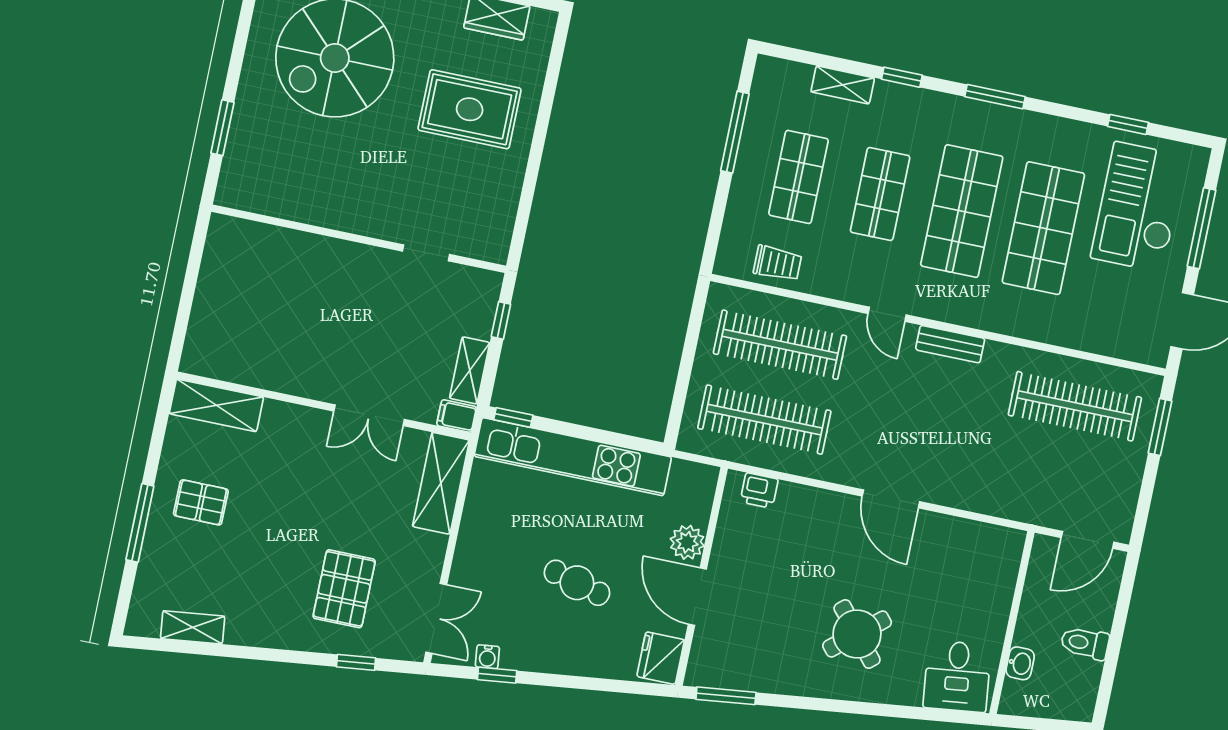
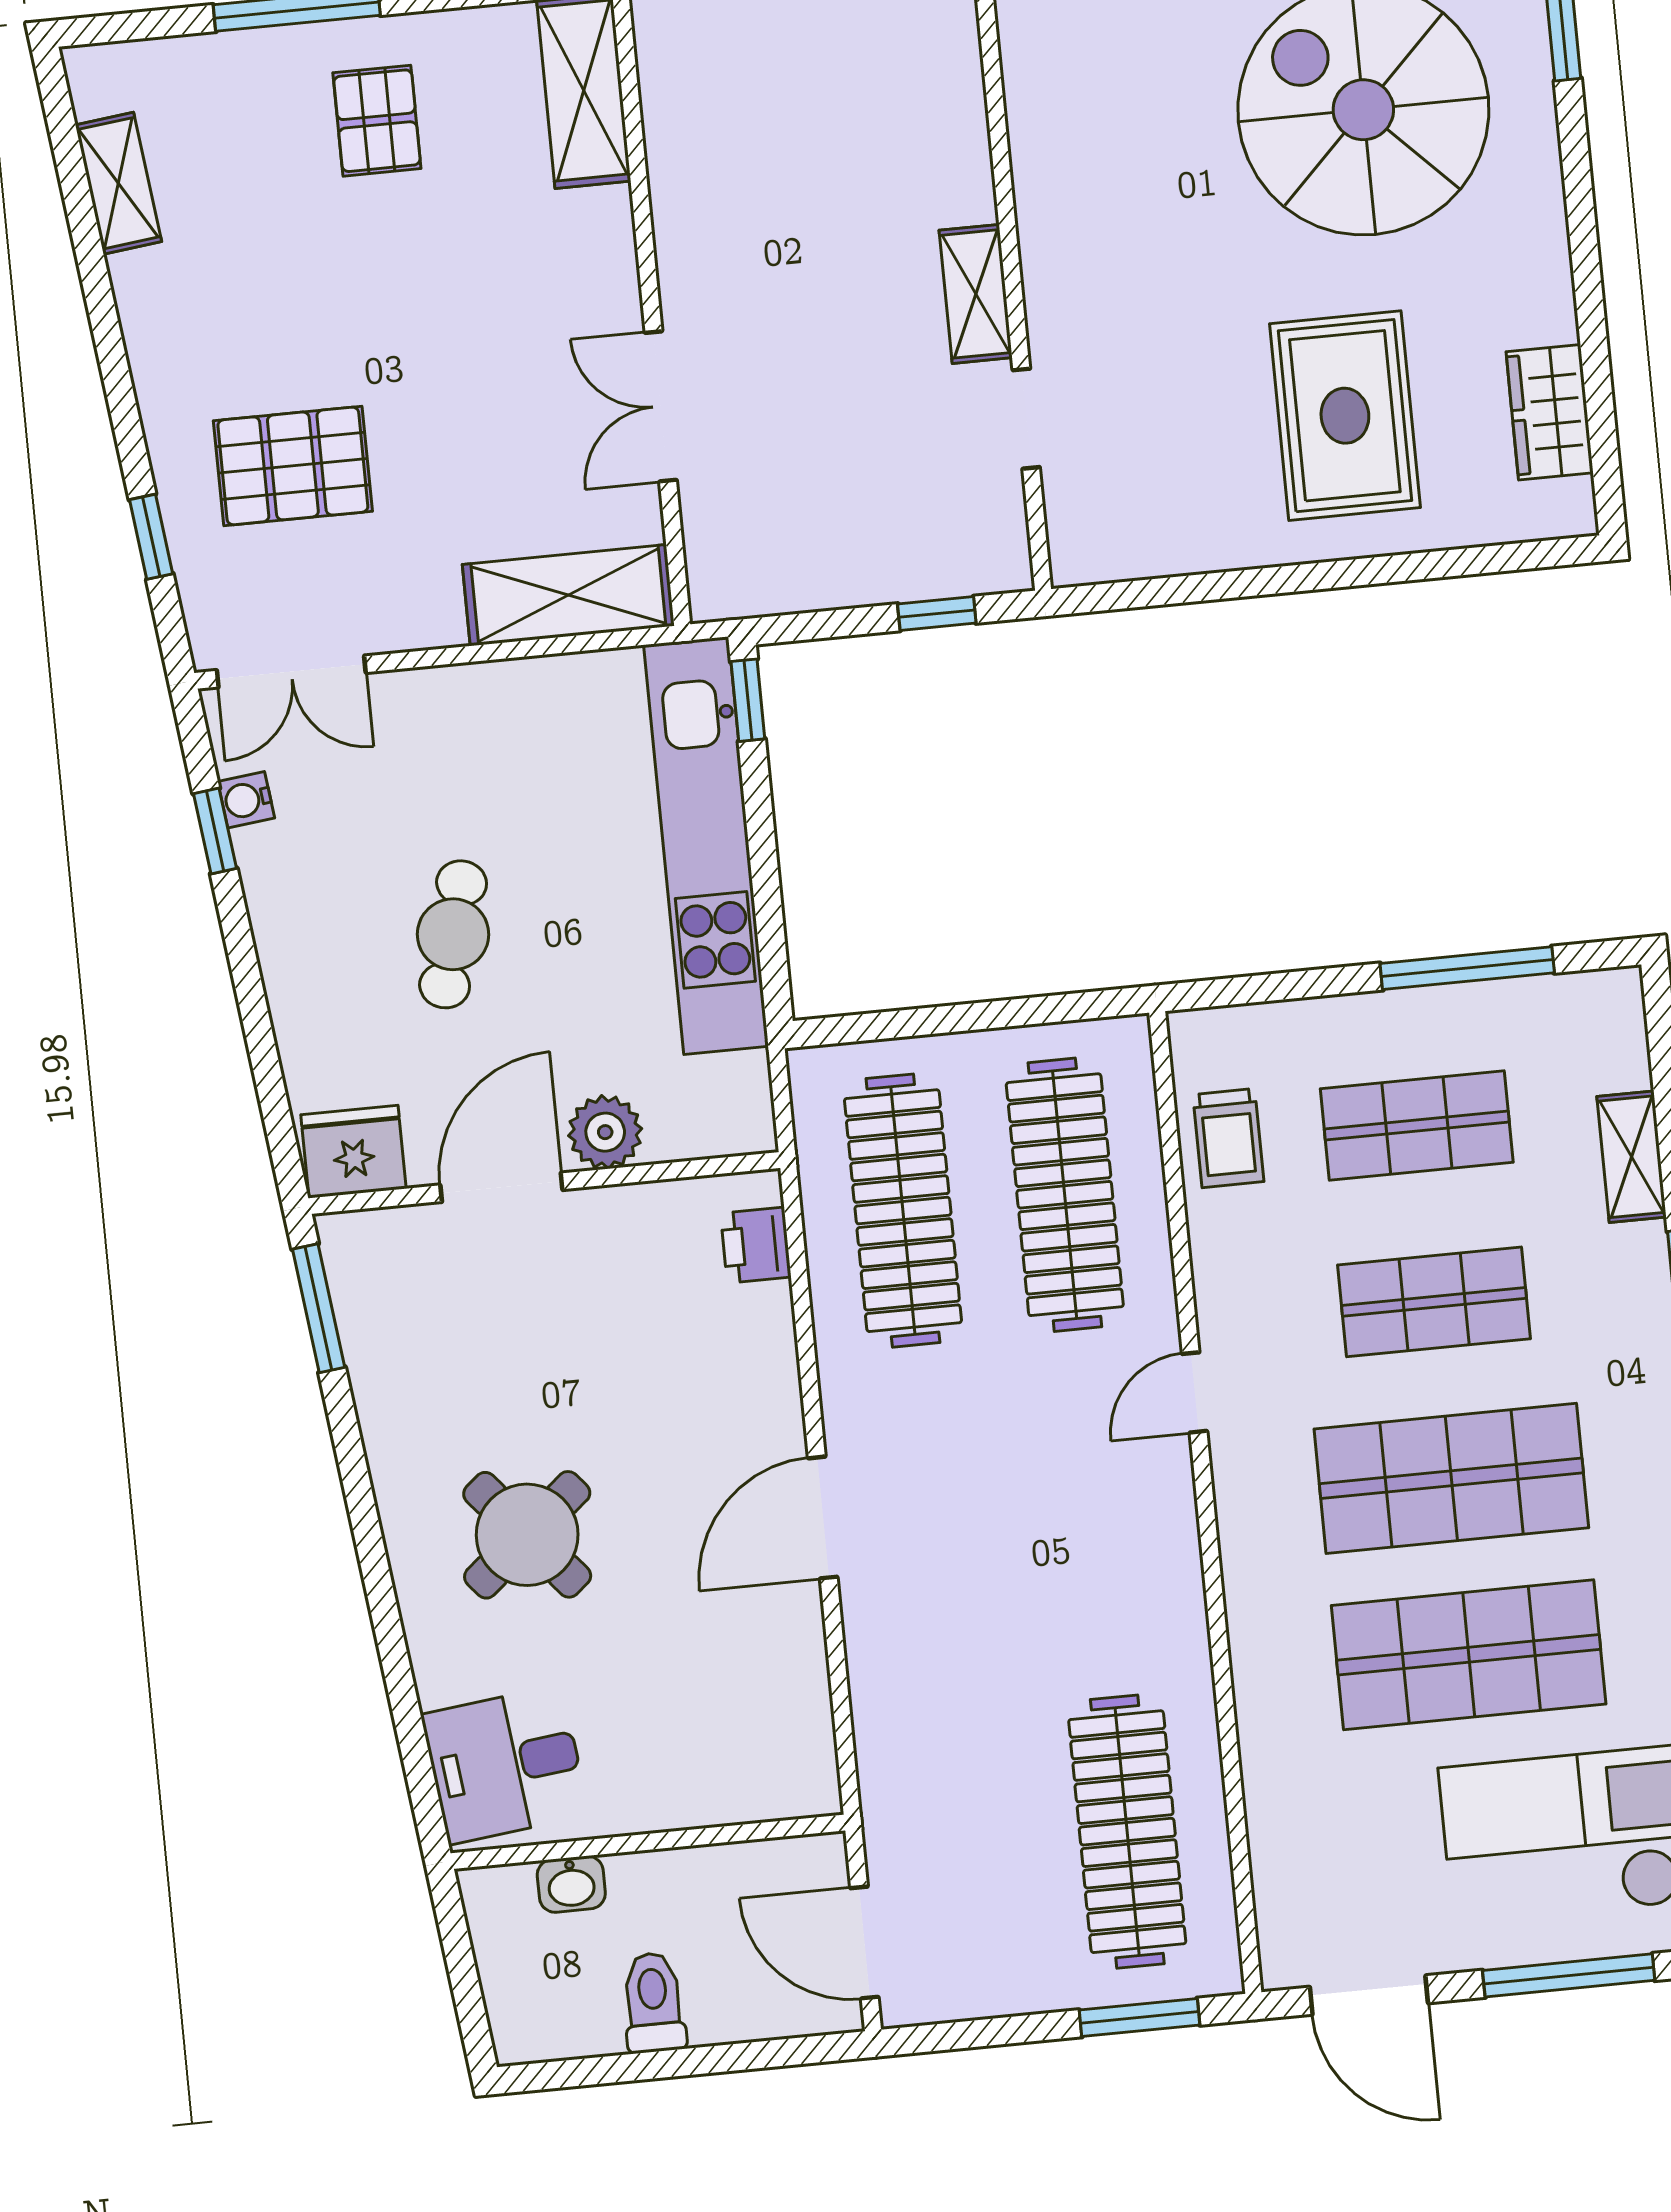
bench: (950, 344) -> (1174, 1539), removed
shelving: (470, 370) -> (976, 294), moved, turned 90
filing cabinet: (457, 416) -> (715, 584), removed

